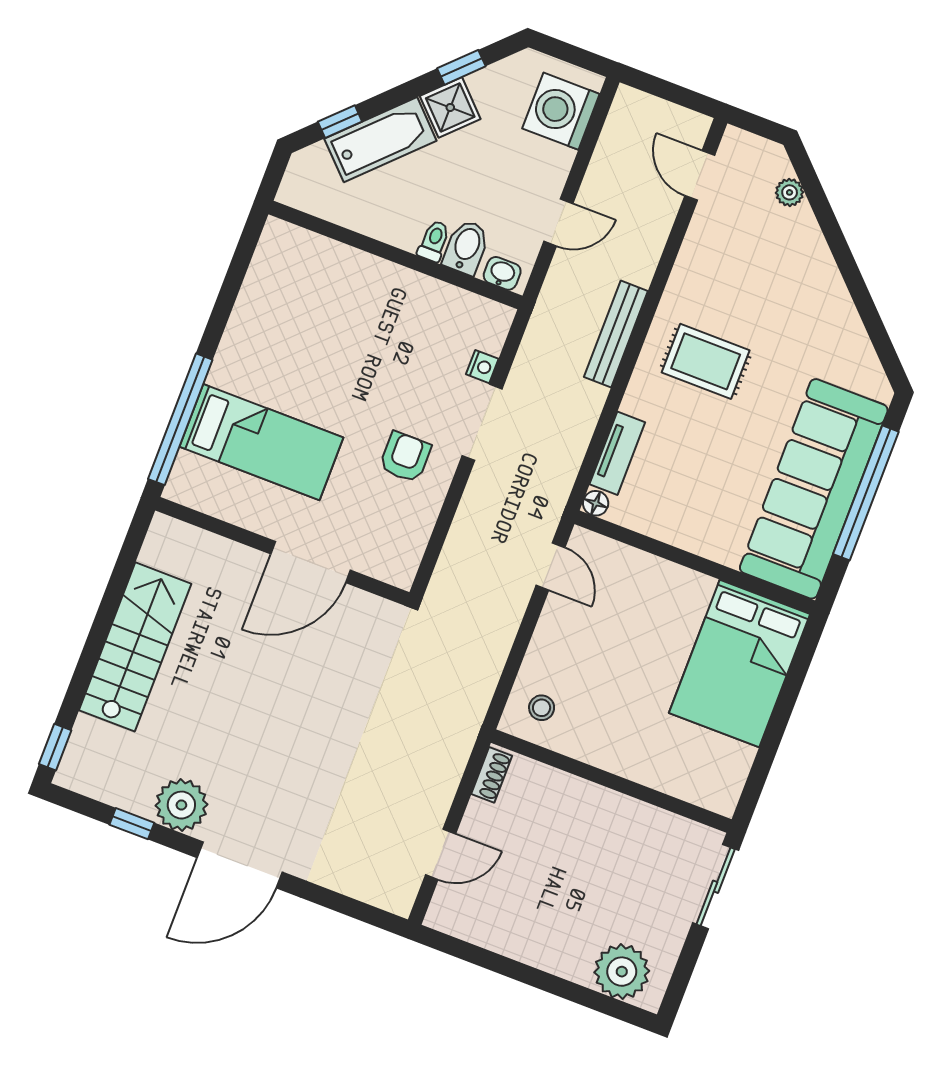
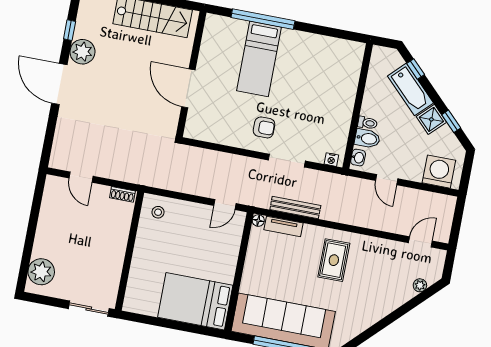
bench: (616, 334) -> (295, 207), moved
nightstand: (482, 367) -> (331, 160), moved
wall: (282, 551) -> (191, 74), moved
door: (310, 562) -> (188, 88), moved

